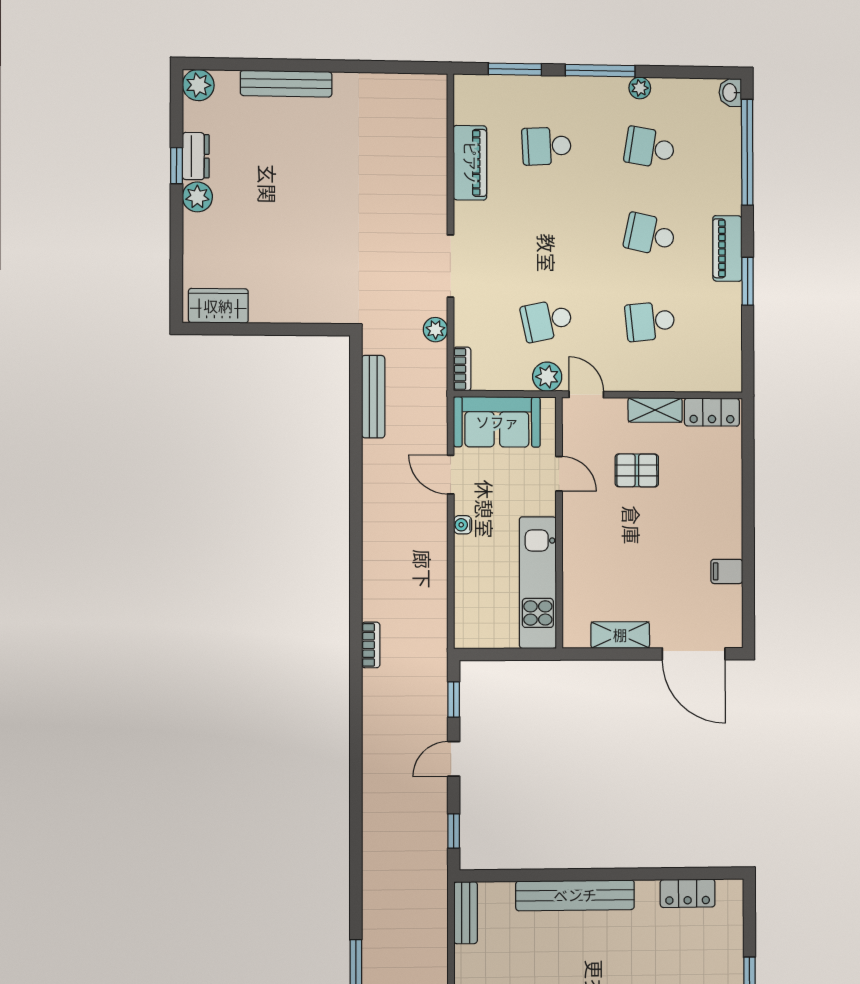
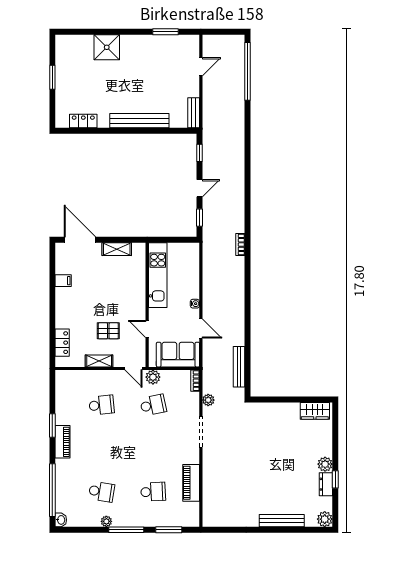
school desk: (650, 234) -> (102, 448), removed
locker: (712, 412) -> (62, 343), moved, turned 90

